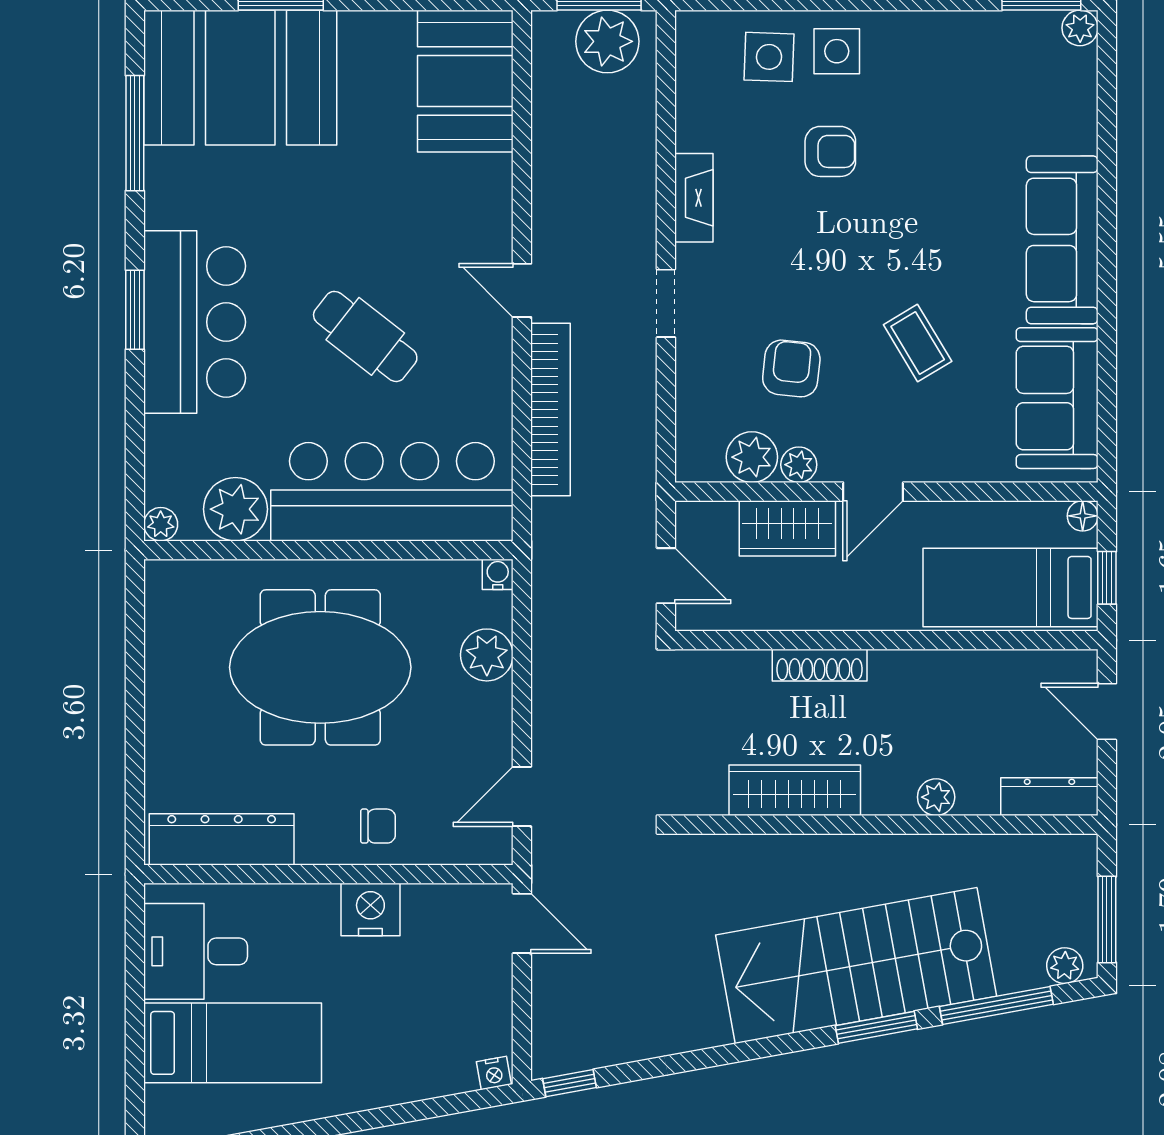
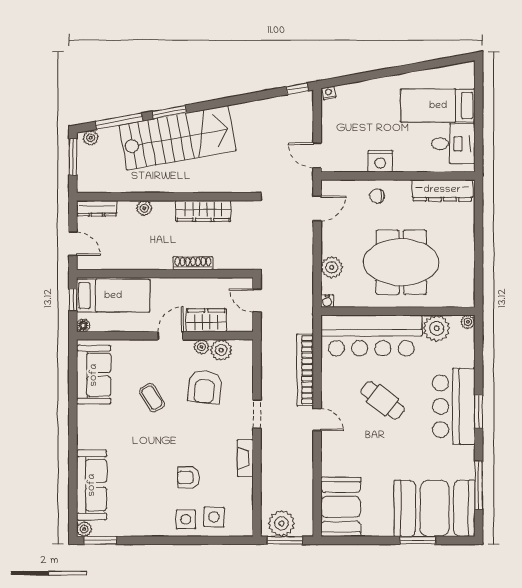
sofa: (1062, 240) -> (92, 485), moved
armchair: (791, 368) -> (205, 387), width x1.38, depth x1.38

